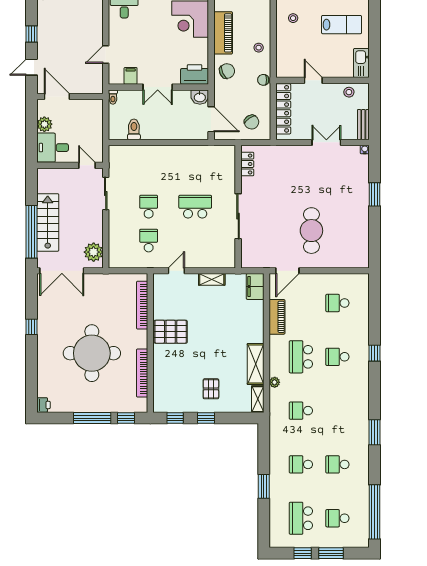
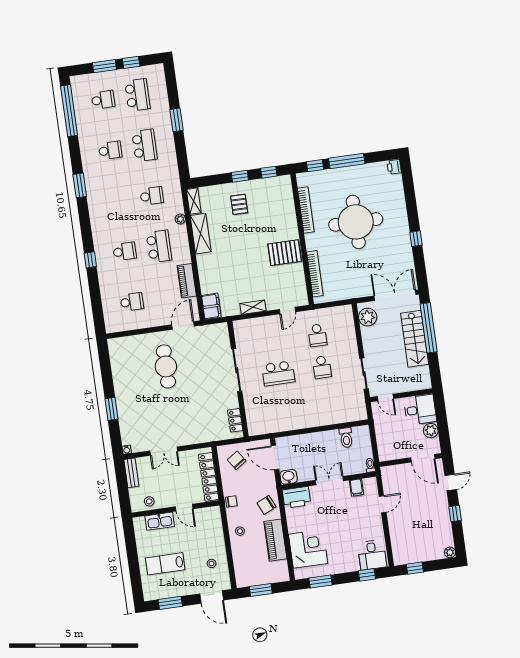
kitchen sink: (361, 63) -> (160, 521), moved, turned 90
school desk: (301, 464) -> (145, 145), width x1.85

